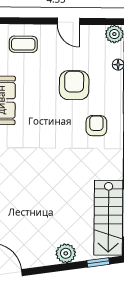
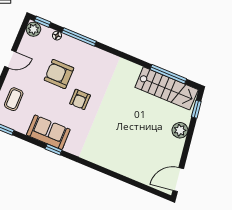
armchair: (96, 126) -> (80, 99), moved, turned -90

